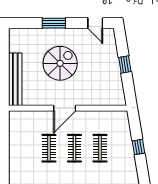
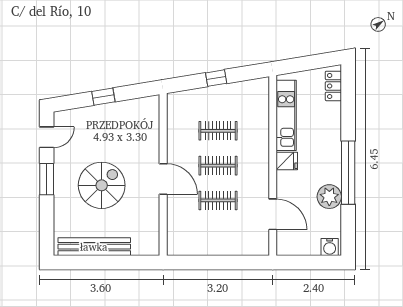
window: (54, 23) -> (47, 179), moved
spiral stairs: (60, 63) -> (102, 185), turned 90
bench: (15, 79) -> (94, 247), moved

